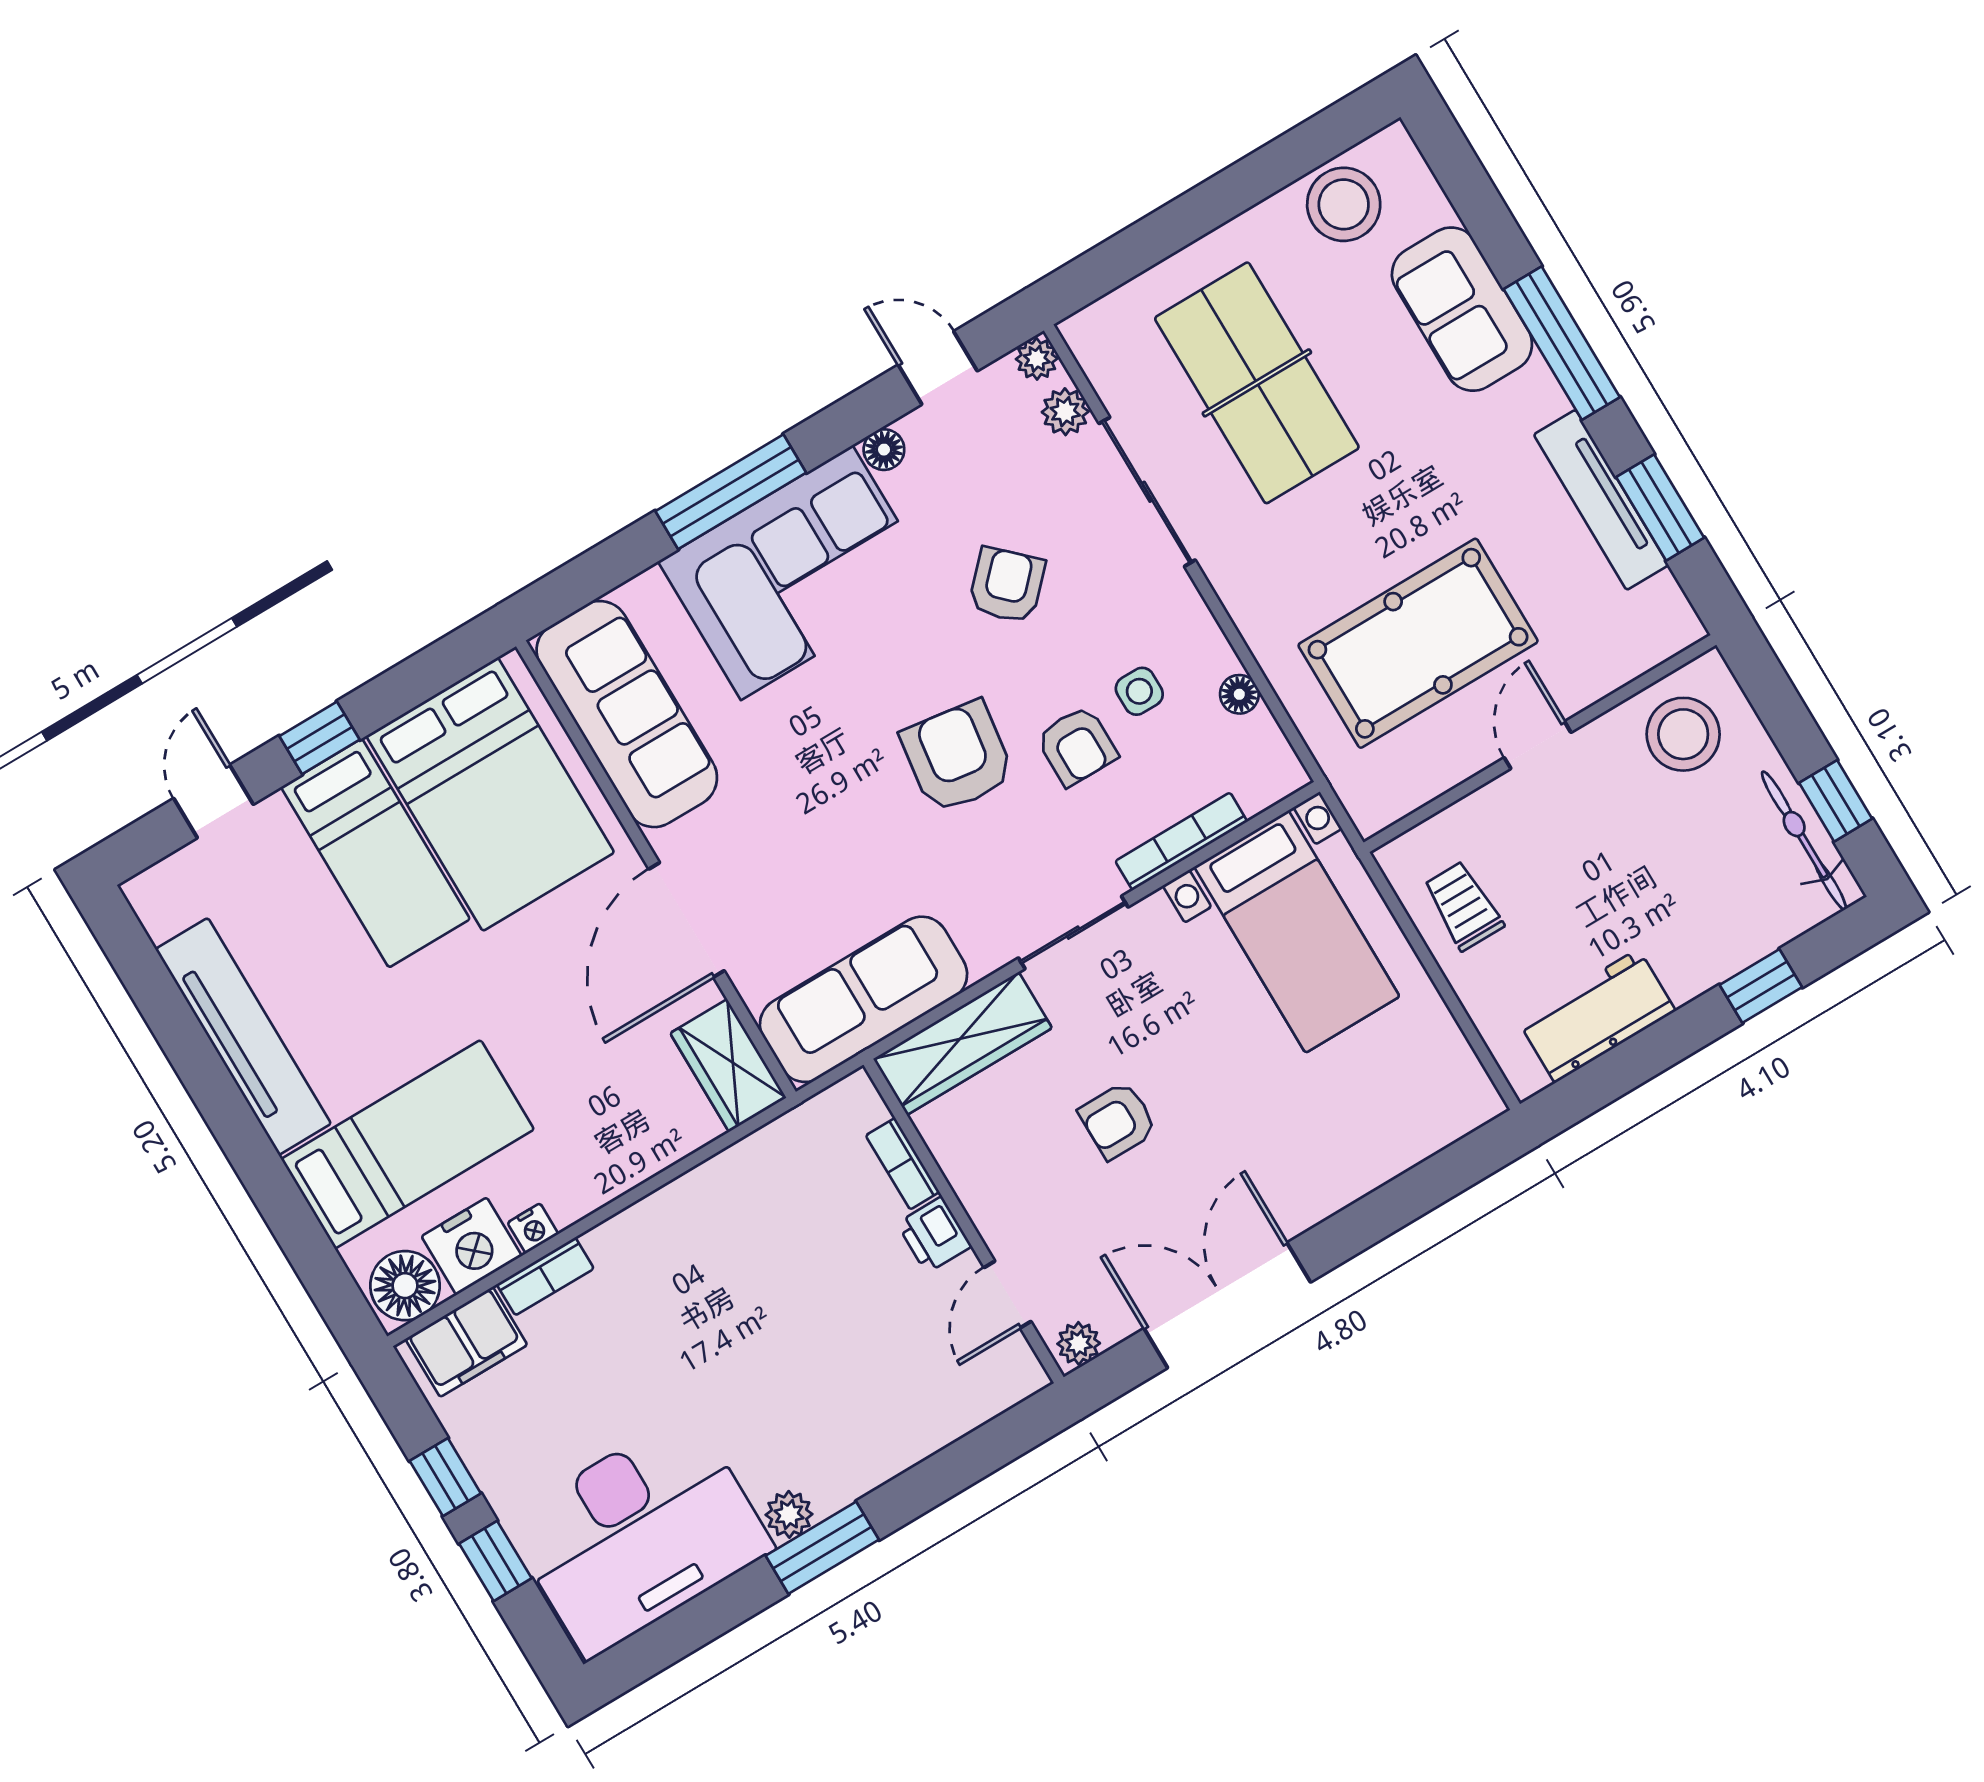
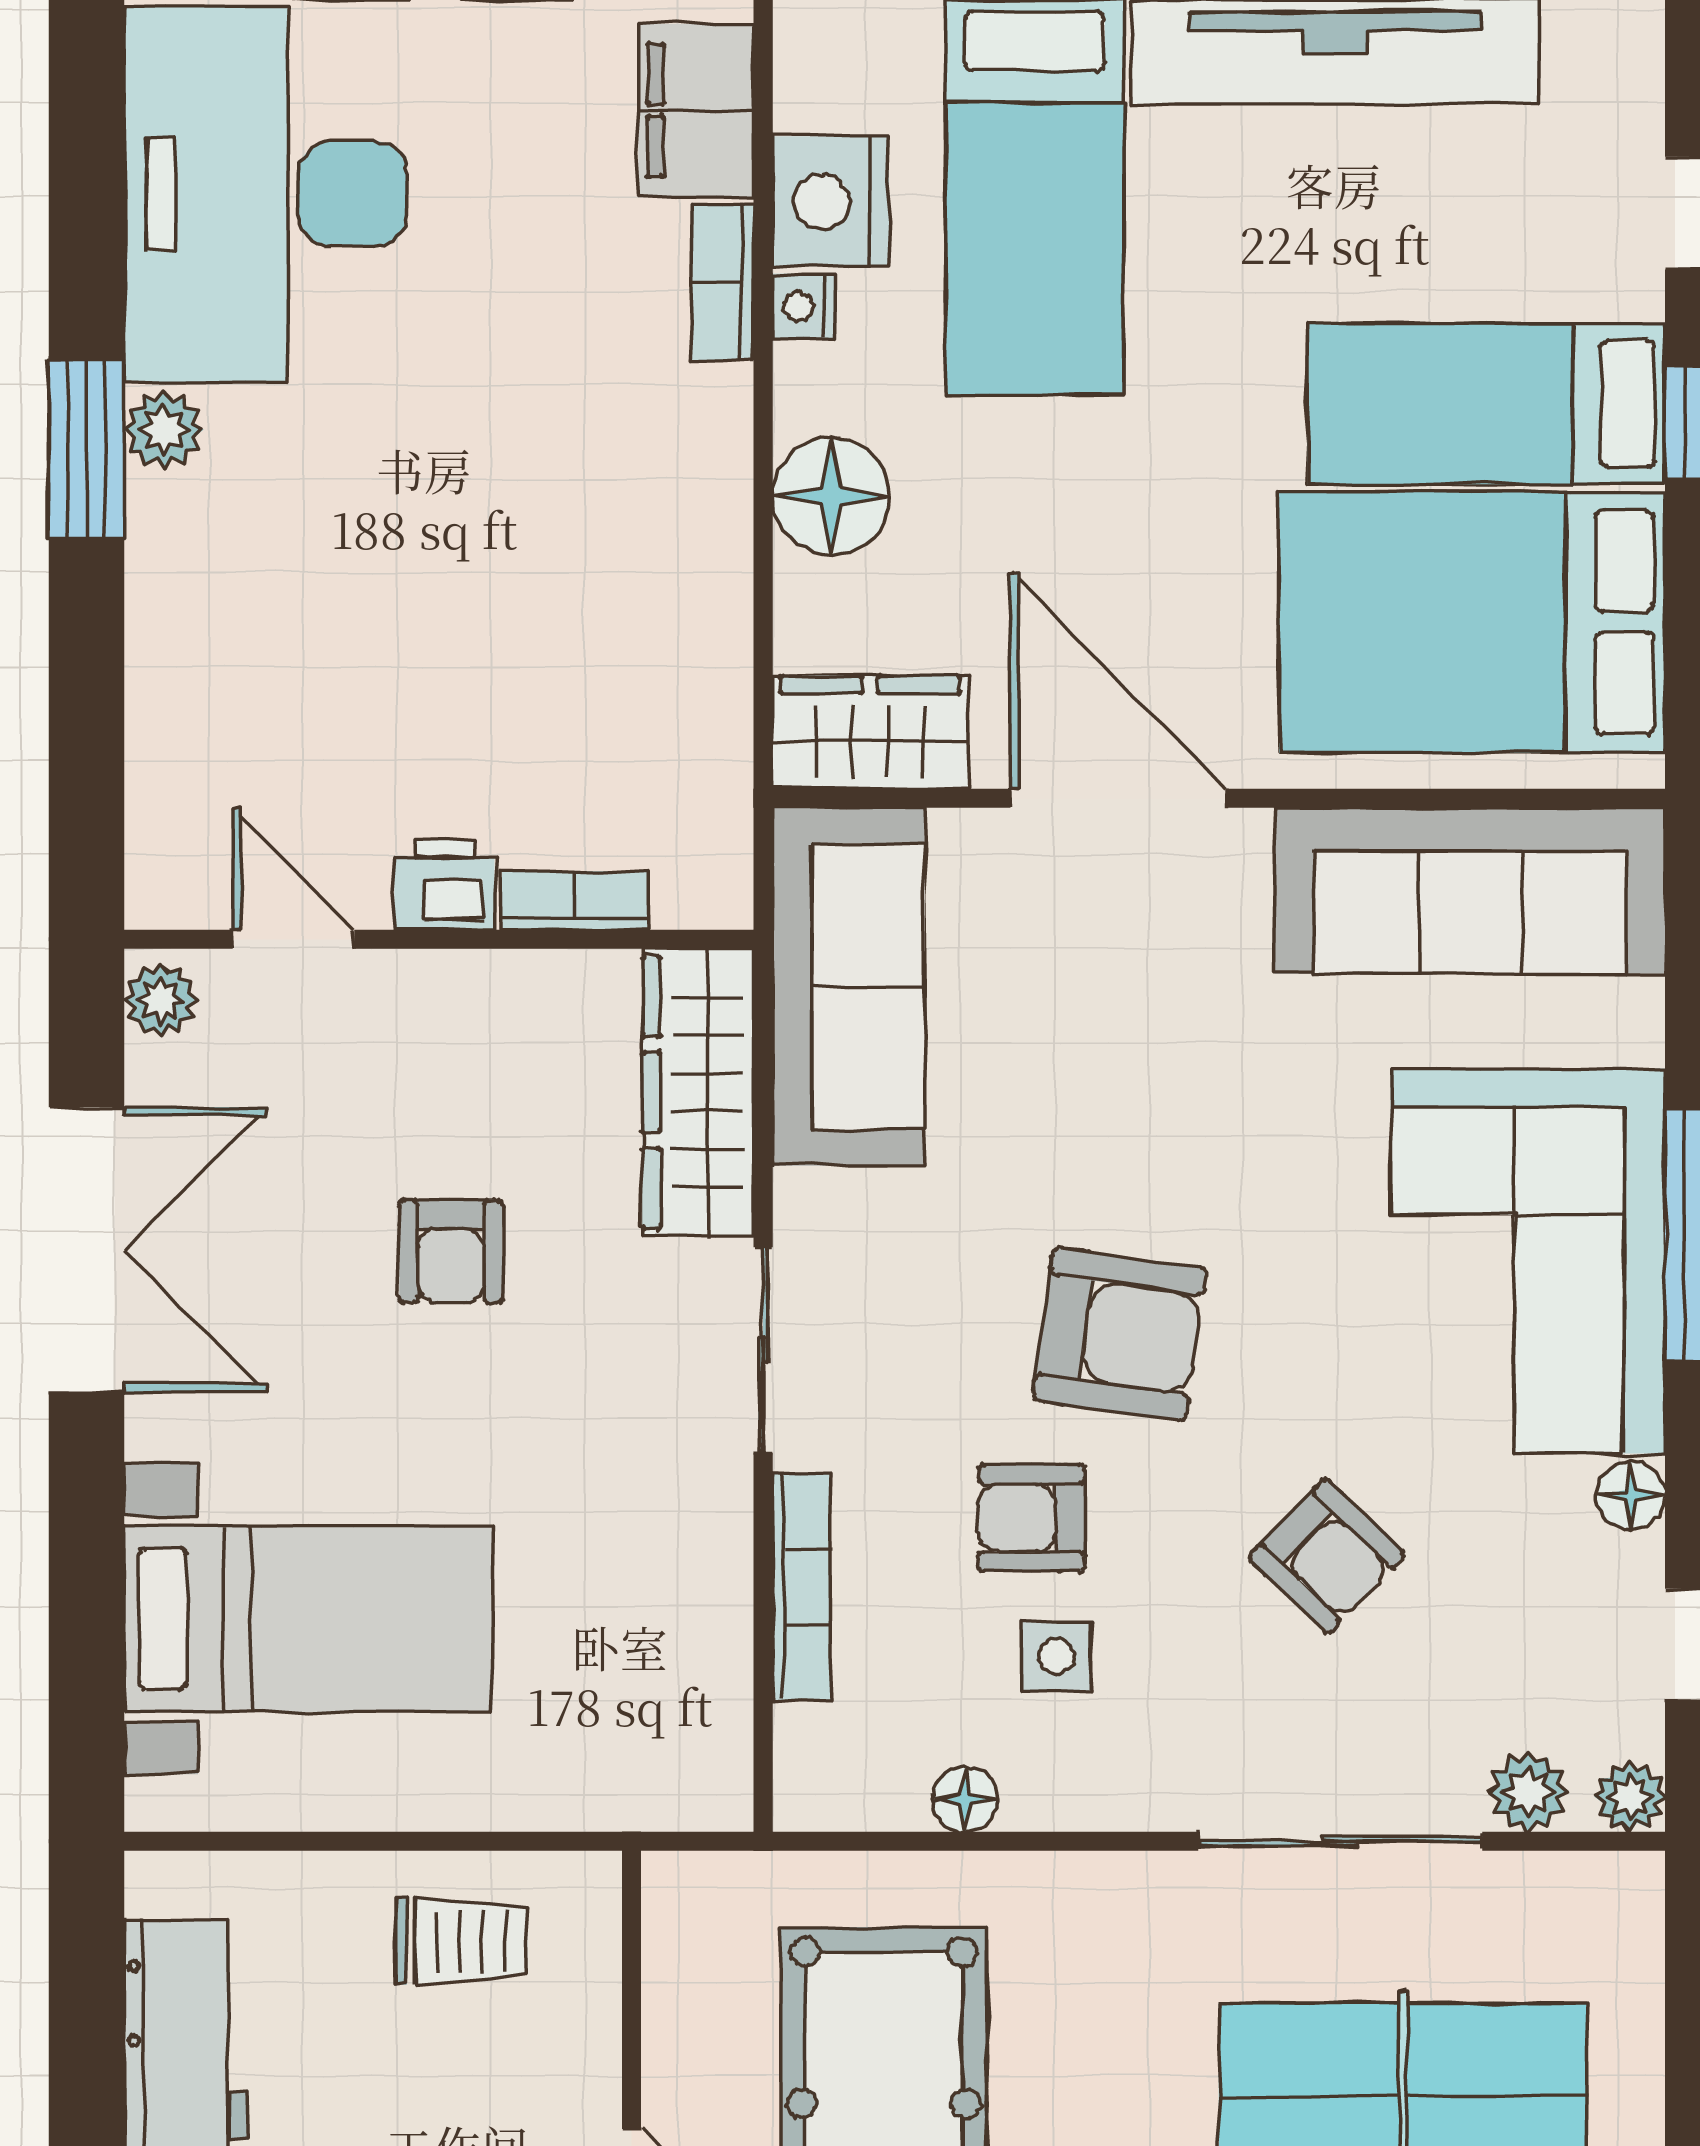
bed with nightstands: (1297, 932) -> (308, 1619), moved, turned 180
armchair: (1118, 1120) -> (451, 1251), turned 180
floor lamp: (405, 1286) -> (831, 496), moved

